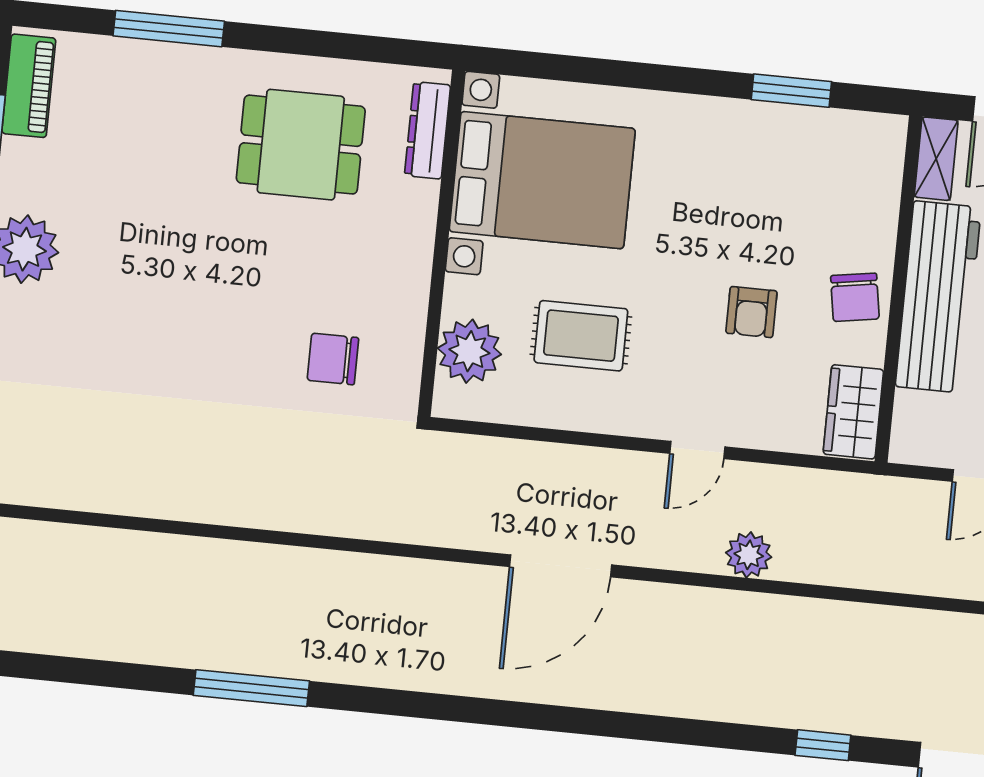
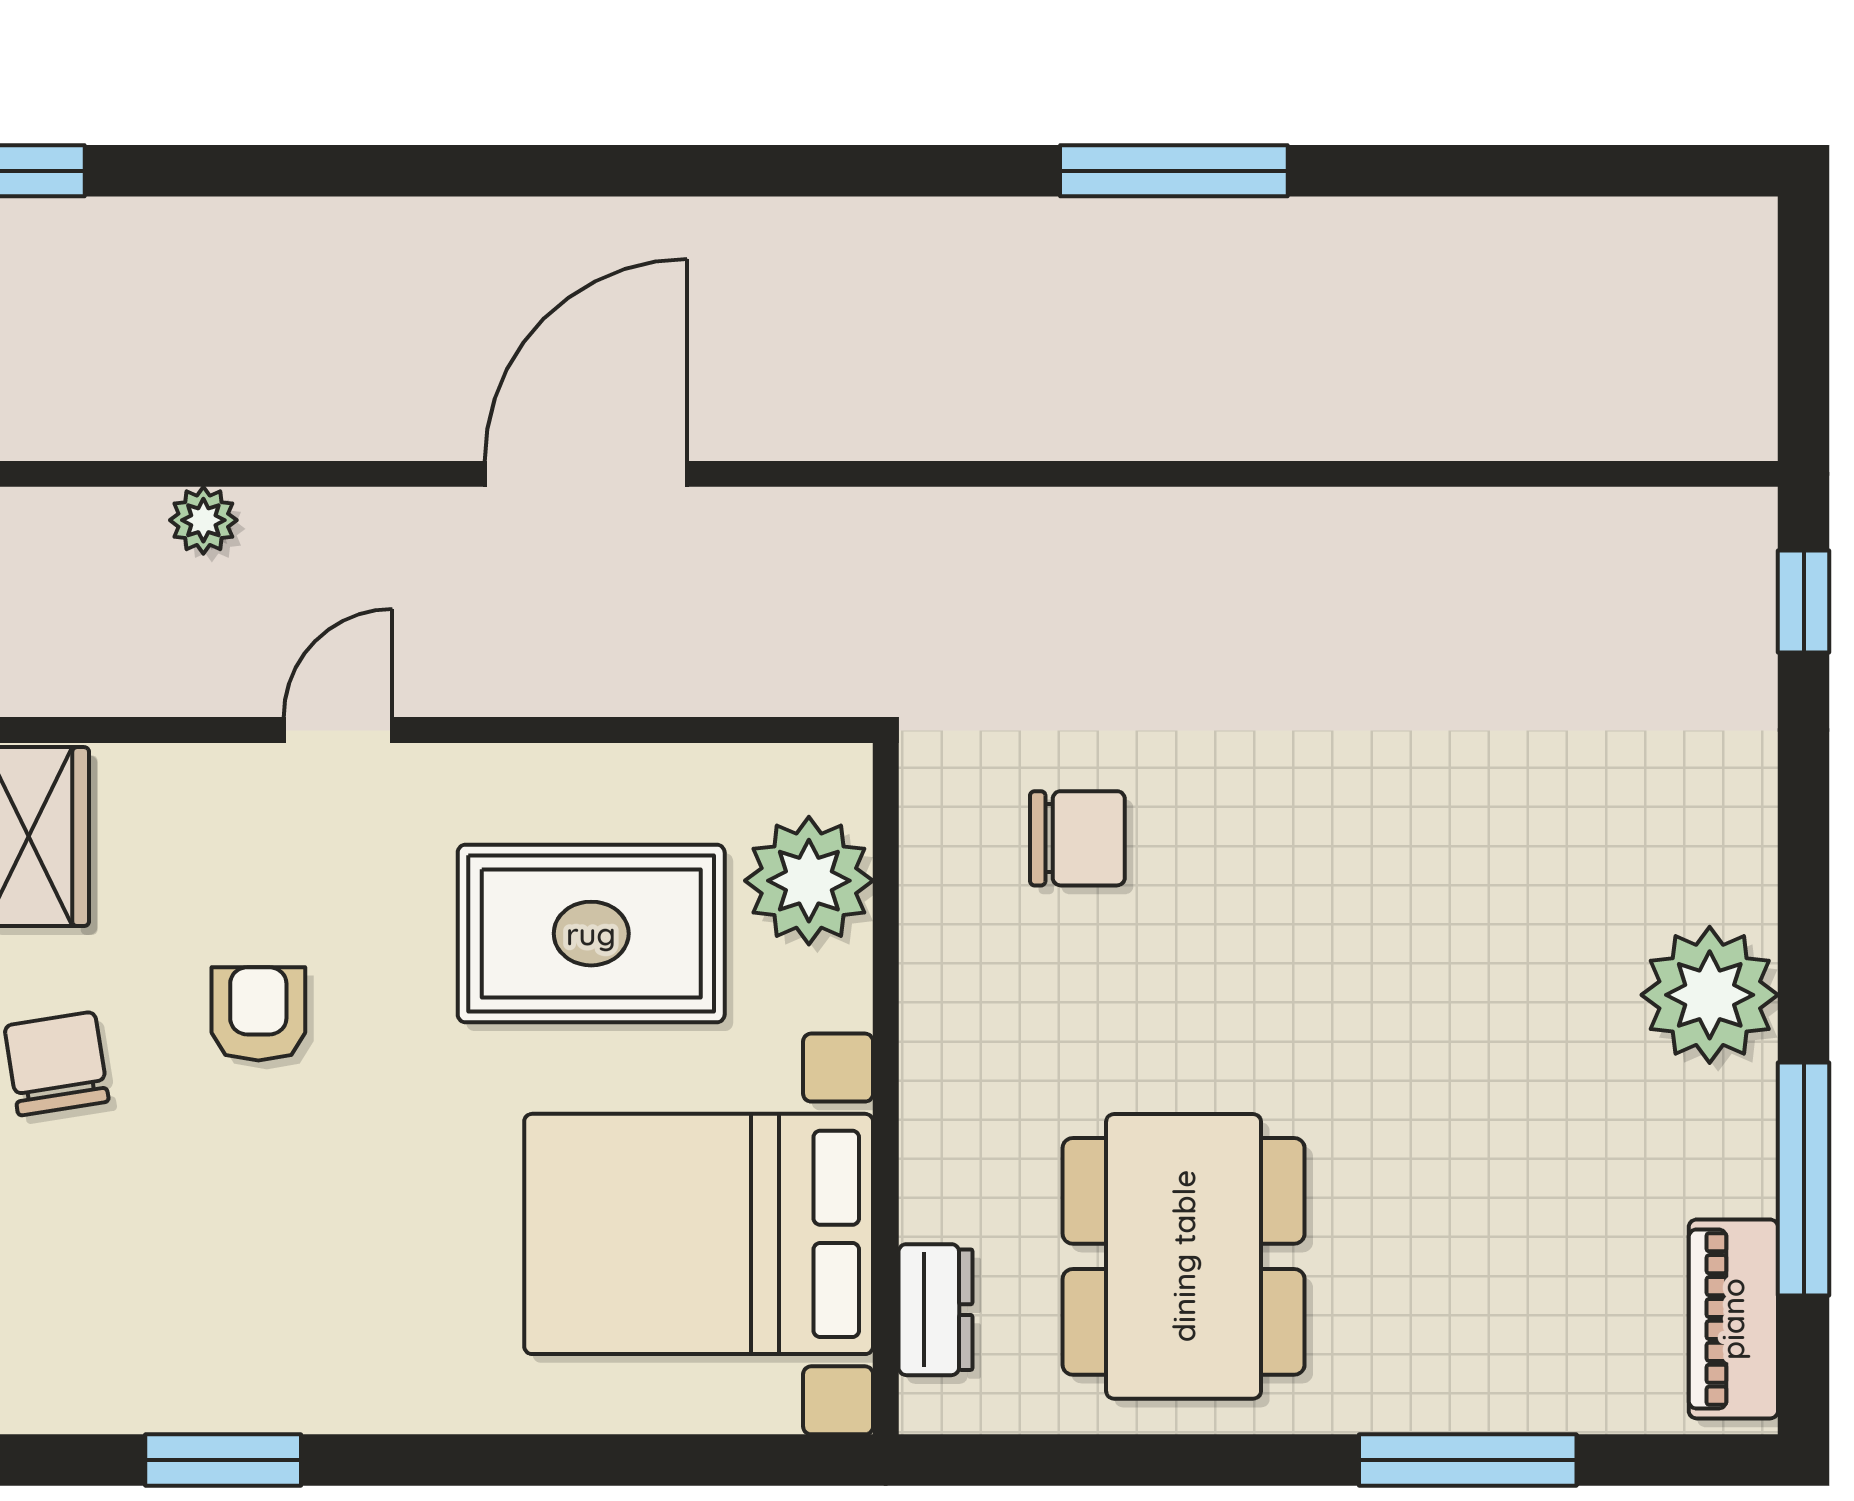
dresser: (428, 130) -> (935, 1310), width x0.70
dining table: (301, 145) -> (1184, 1256), width x1.37
rug: (581, 336) -> (591, 934), width x1.36, depth x1.43
plant: (749, 555) -> (203, 520), width x0.73, depth x0.73

